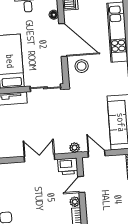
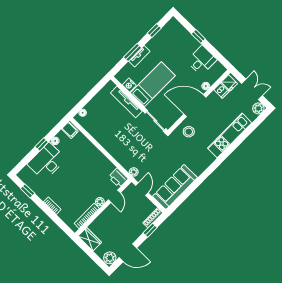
door: (63, 40) -> (195, 106), swing flipped
double door: (39, 158) -> (108, 156), removed
door: (81, 184) -> (114, 196), swing flipped

